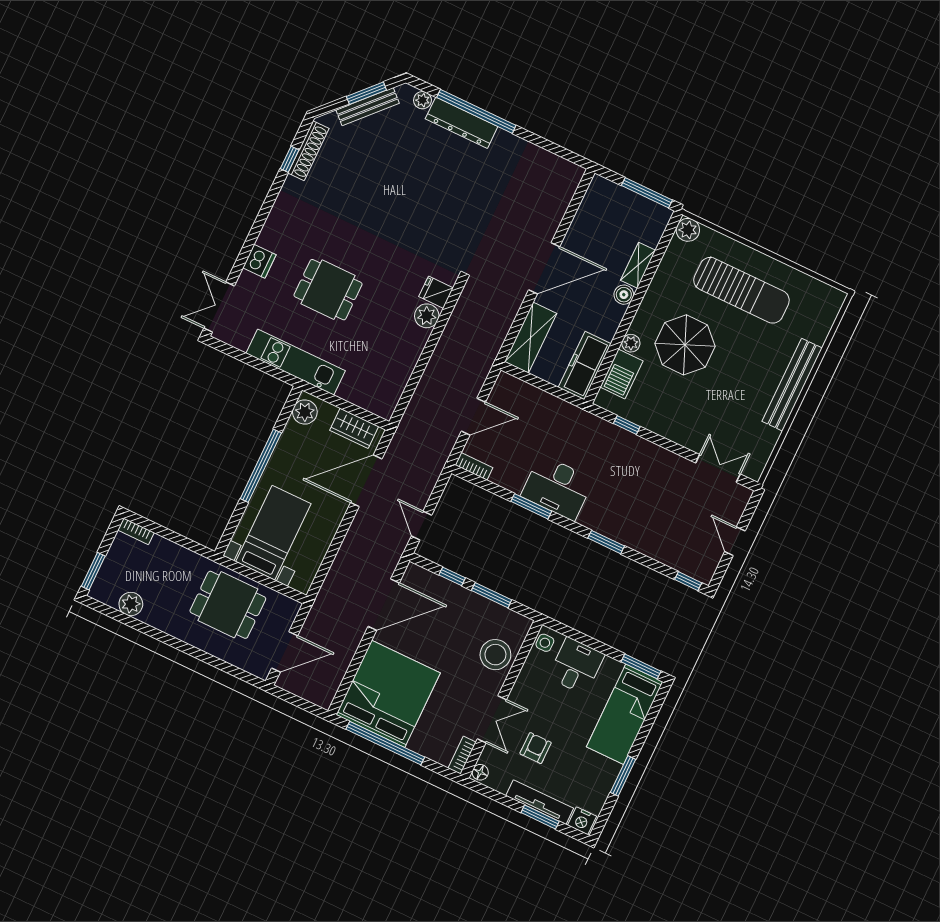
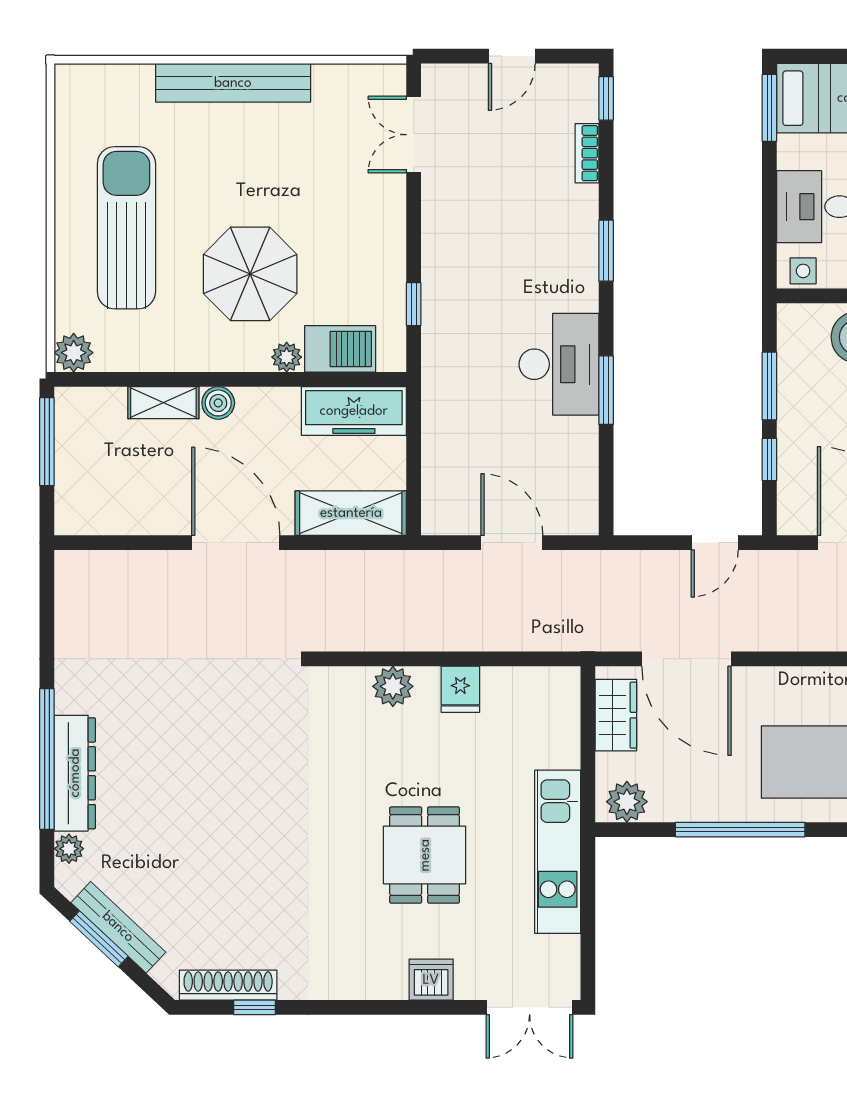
fridge: (436, 292) -> (460, 689), moved
bookcase: (474, 466) -> (587, 153), moved

